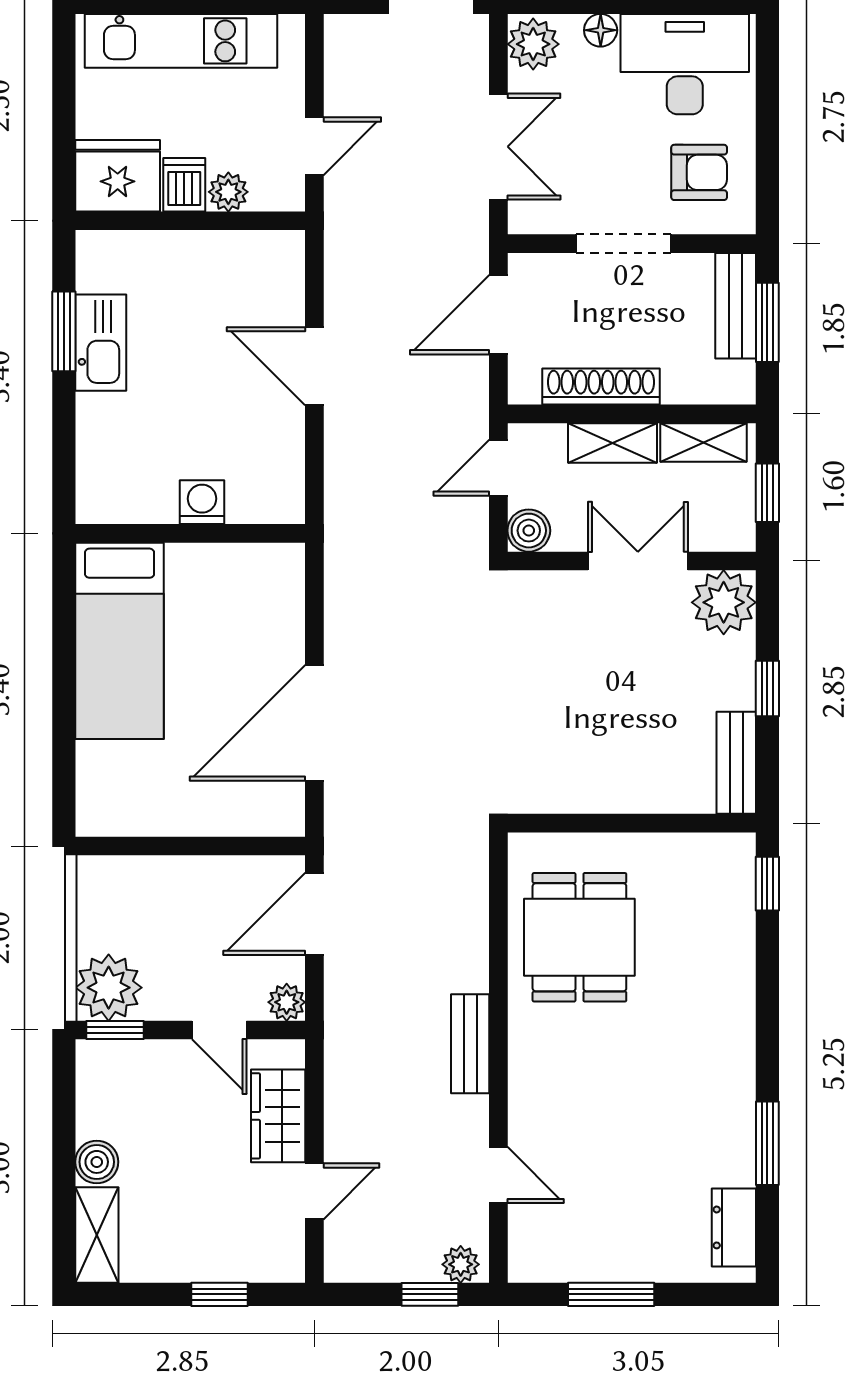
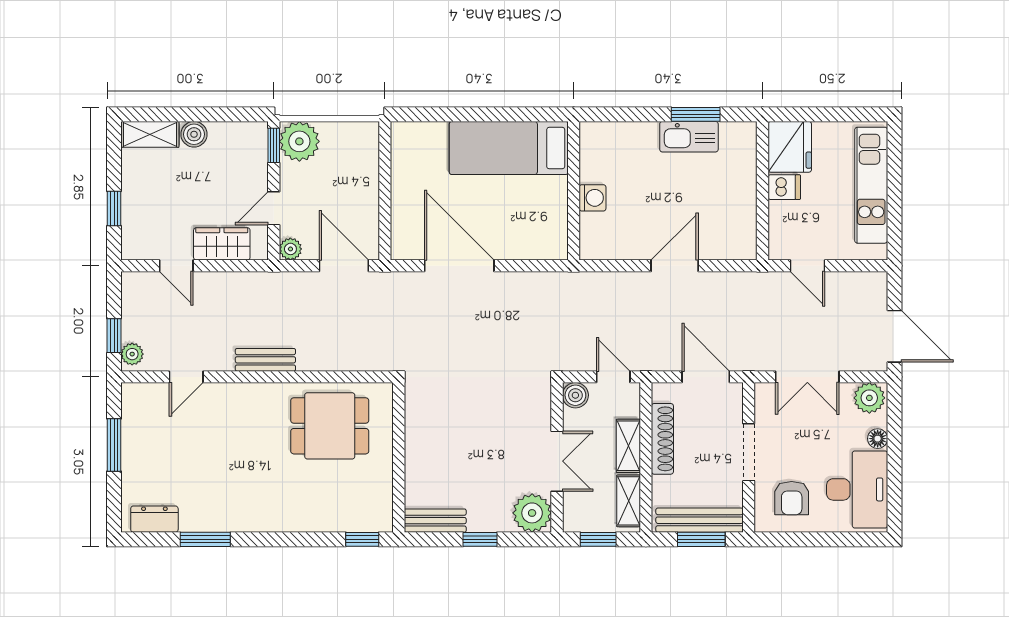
plant: (228, 192) -> (780, 214), removed
bench: (736, 306) -> (700, 520), width x1.36

